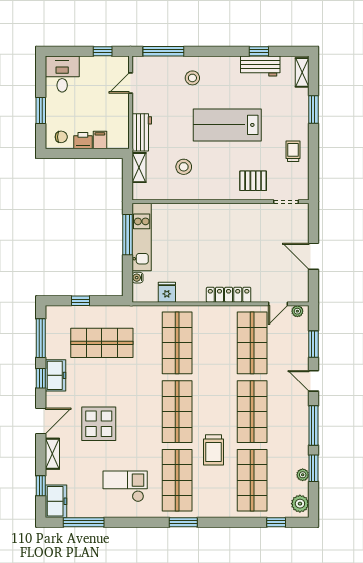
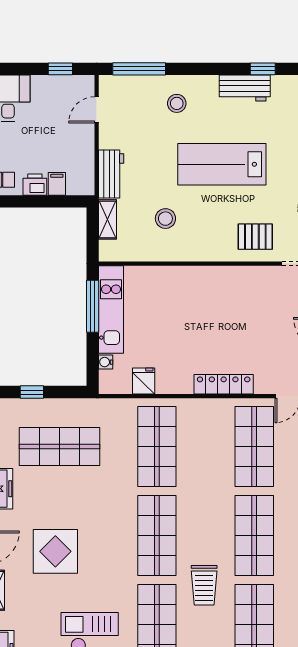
workbench: (260, 66) -> (245, 88), moved

